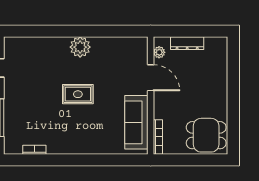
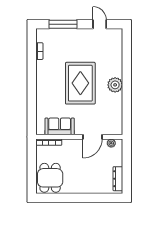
dresser: (187, 43) -> (118, 179), moved
rug: (78, 94) -> (80, 83), width x1.86, depth x2.06
sofa: (136, 122) -> (60, 126), width x0.73

